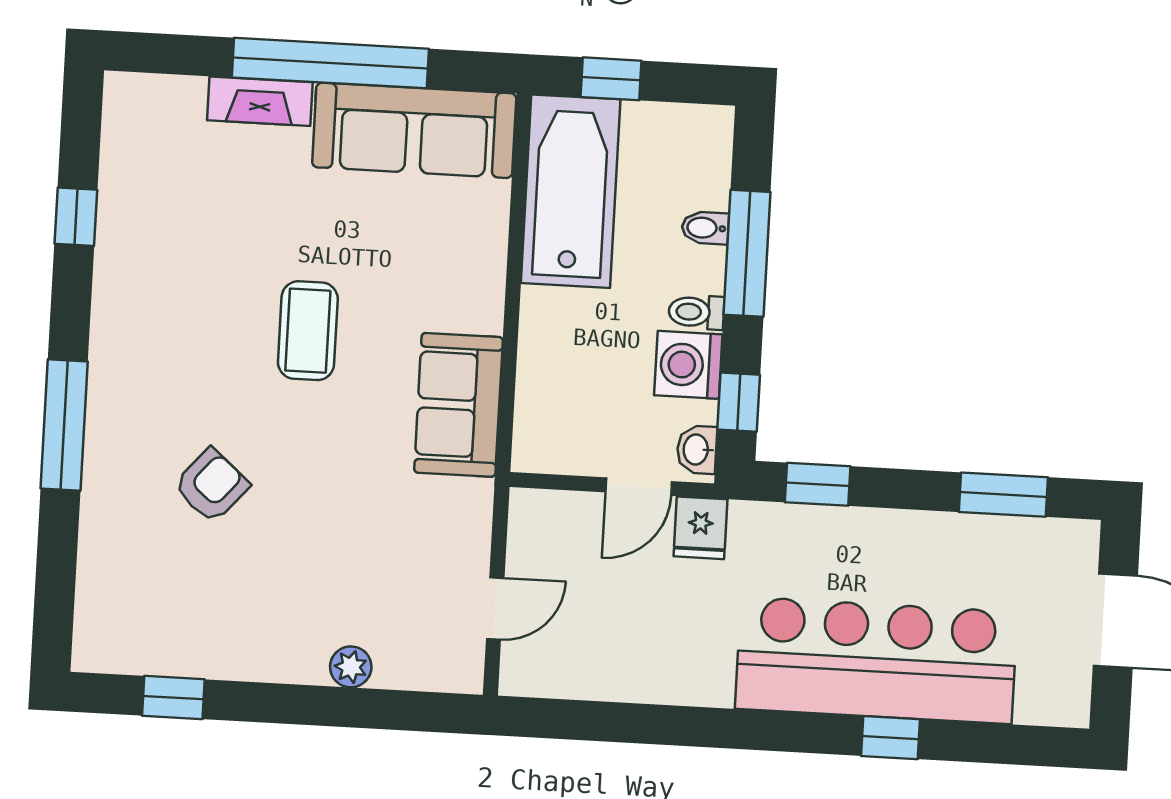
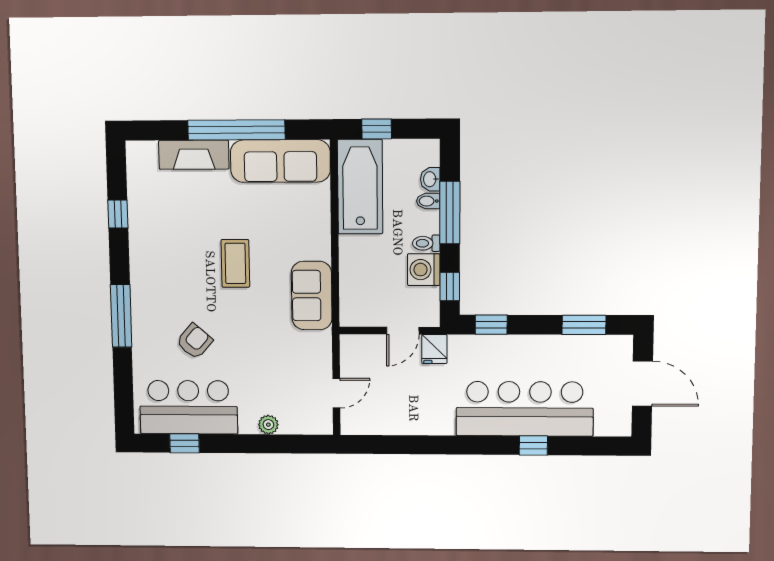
fireplace: (260, 101) -> (194, 155), width x1.37, depth x1.32
washbasin: (697, 450) -> (430, 179), moved
bar counter: (188, 622) -> (189, 407), added

